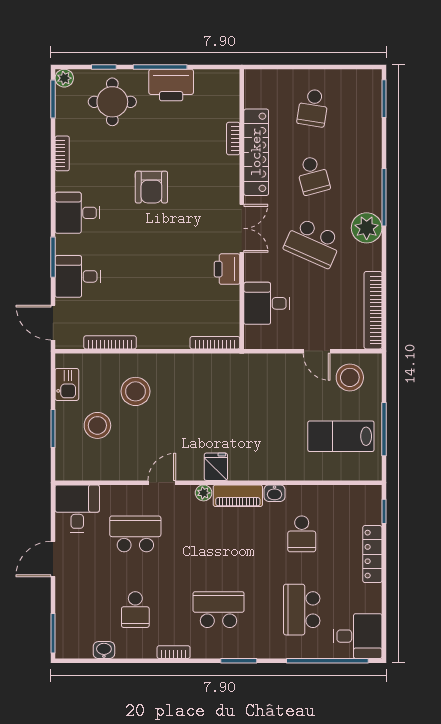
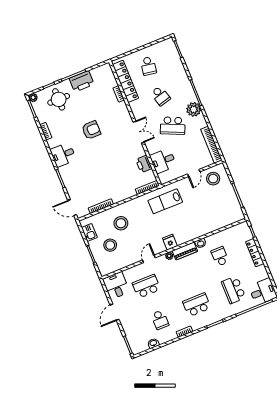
locker: (256, 152) -> (125, 81), moved
armchair: (151, 187) -> (91, 130), turned -90
printer: (227, 269) -> (144, 164), moved
desk: (78, 276) -> (75, 183), removed
door: (317, 351) -> (194, 173), hinge flipped
lab bench: (341, 436) -> (165, 201), moved
school desk: (302, 534) -> (220, 256), turned 180

